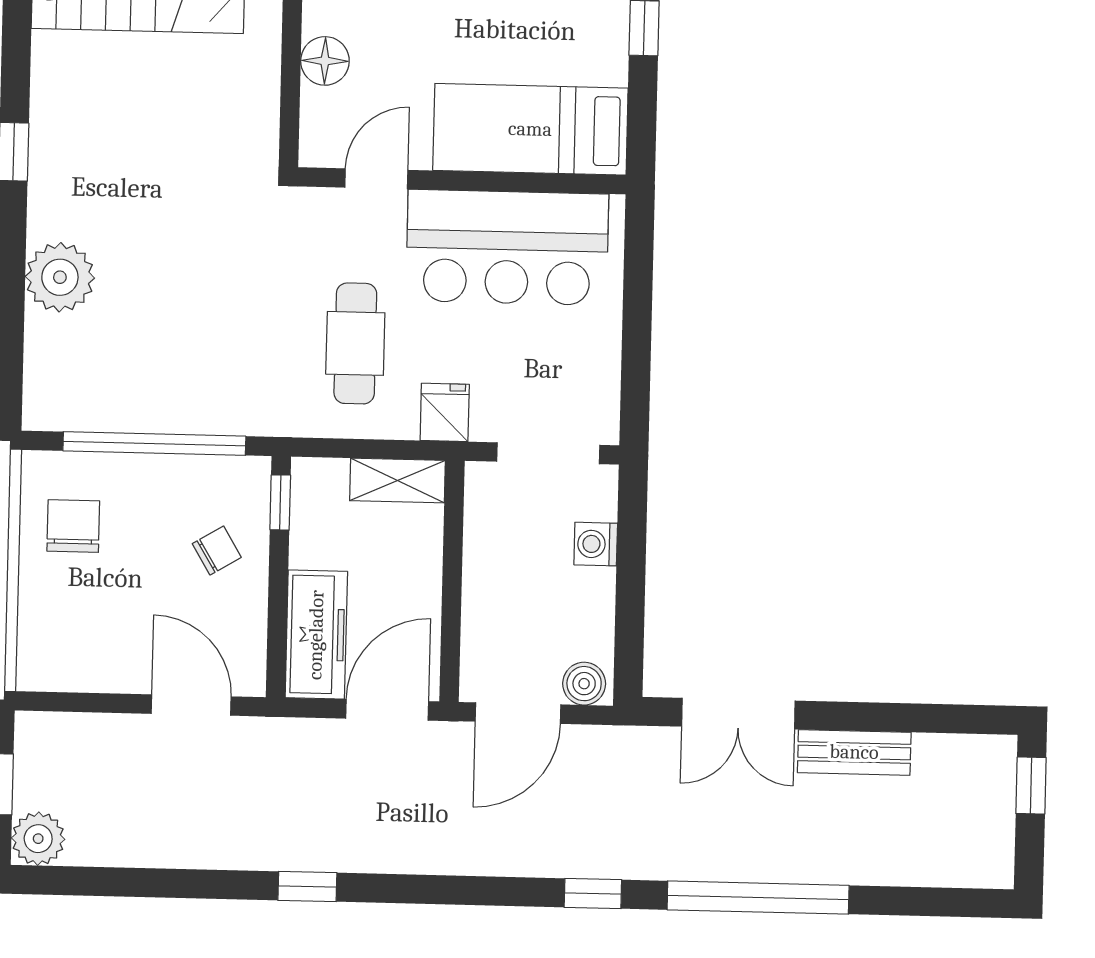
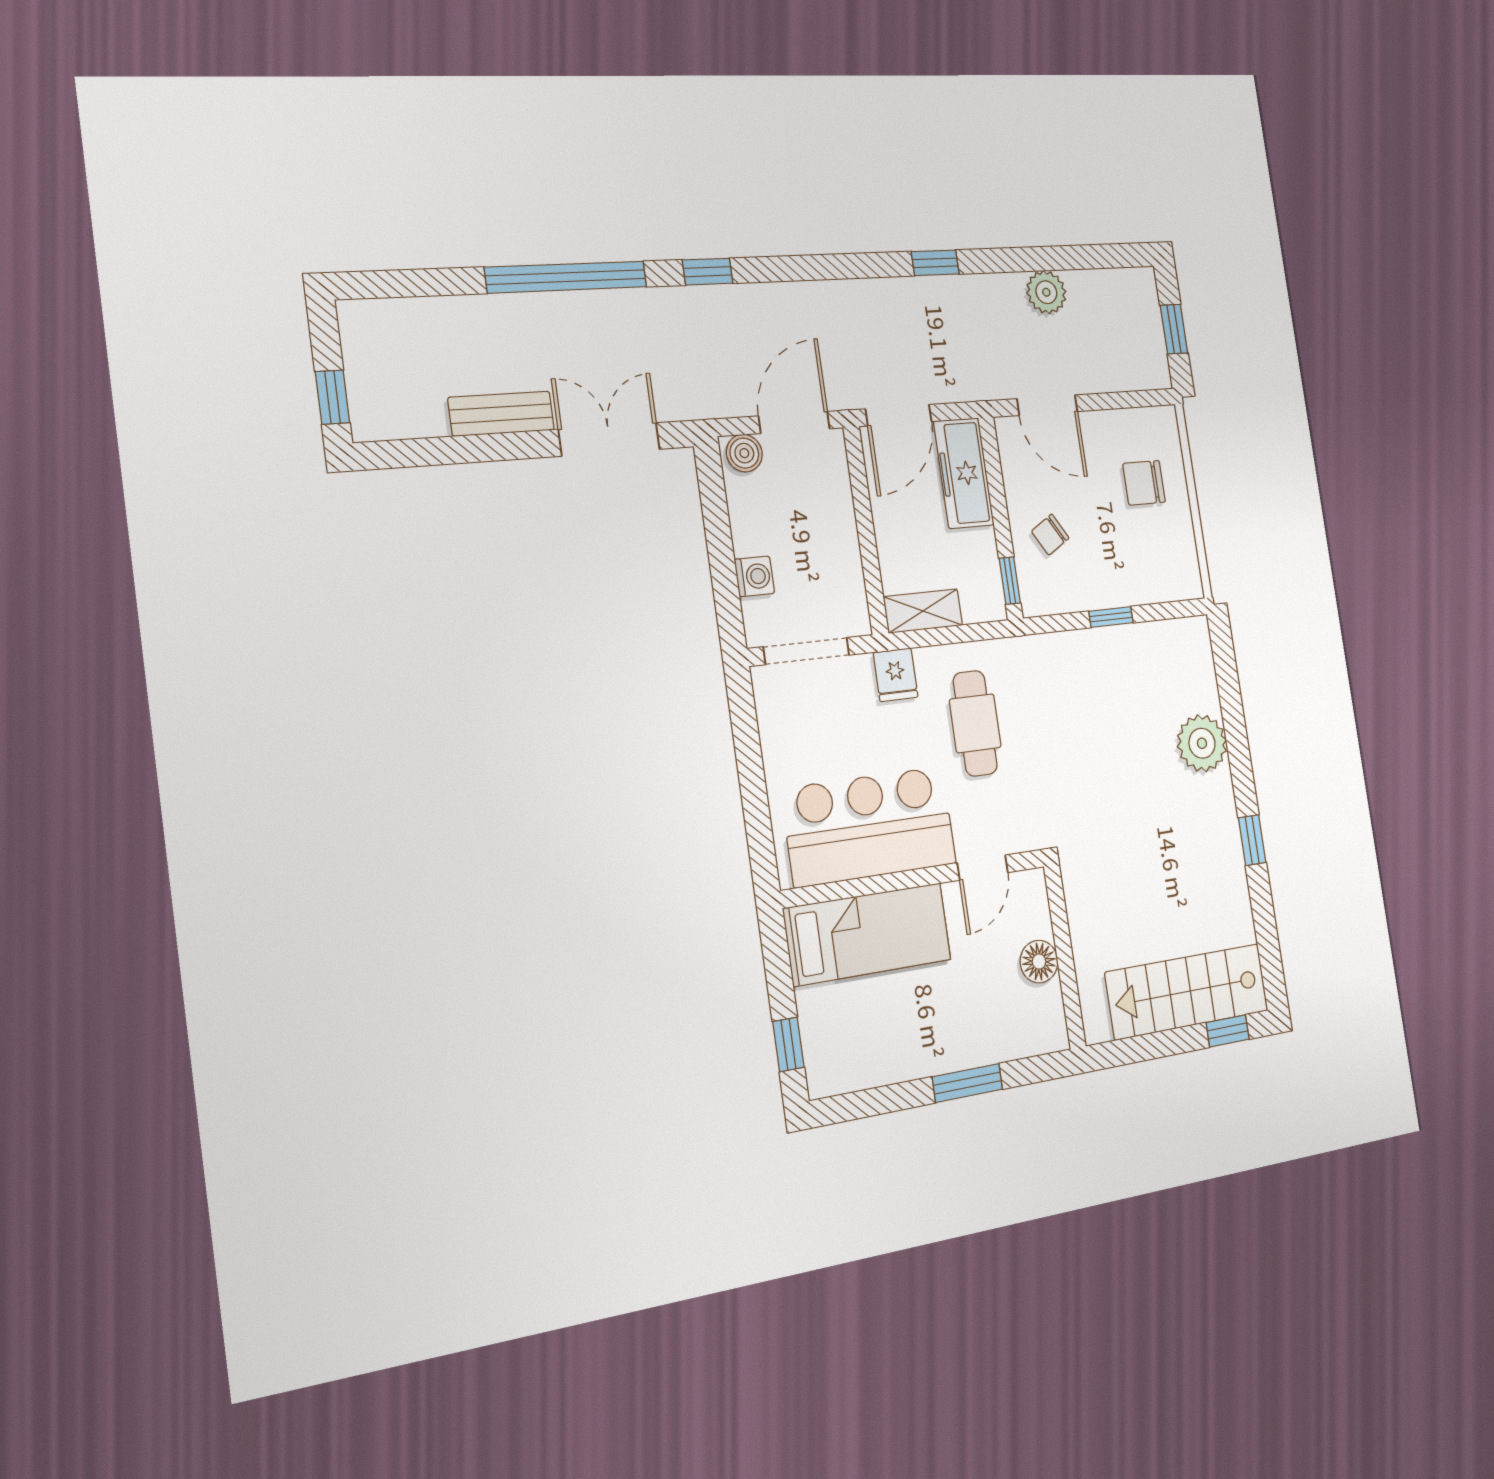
window: (154, 444) -> (1111, 617), width x0.32
chair: (73, 526) -> (1144, 483), moved, turned 90
plant: (38, 839) -> (1046, 292), moved

